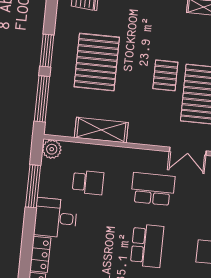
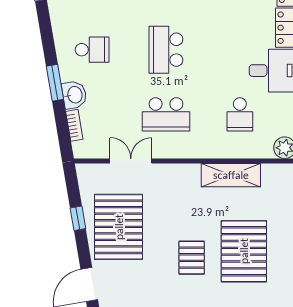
pallet: (165, 75) -> (192, 258), moved
school desk: (88, 182) -> (240, 114), turned -90

